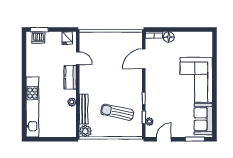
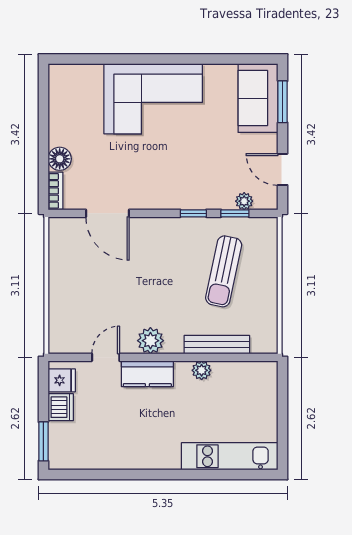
dishwasher: (38, 38) -> (61, 407), moved
kitchen unit: (32, 107) -> (230, 456), width x0.73
sofa: (203, 119) -> (258, 98), moved, turned 90
plant: (85, 131) -> (150, 341), moved

